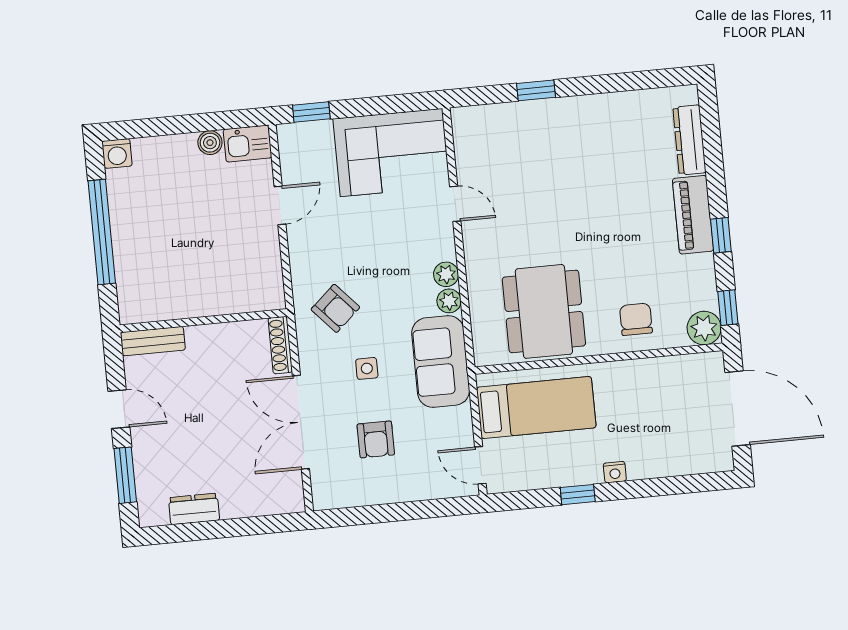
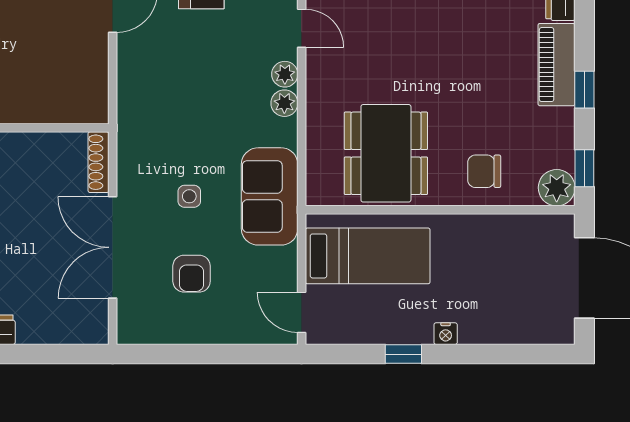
plant: (449, 301) -> (285, 74), moved
armchair: (335, 308) -> (162, 128), removed
chair: (636, 319) -> (484, 171), turned -90

